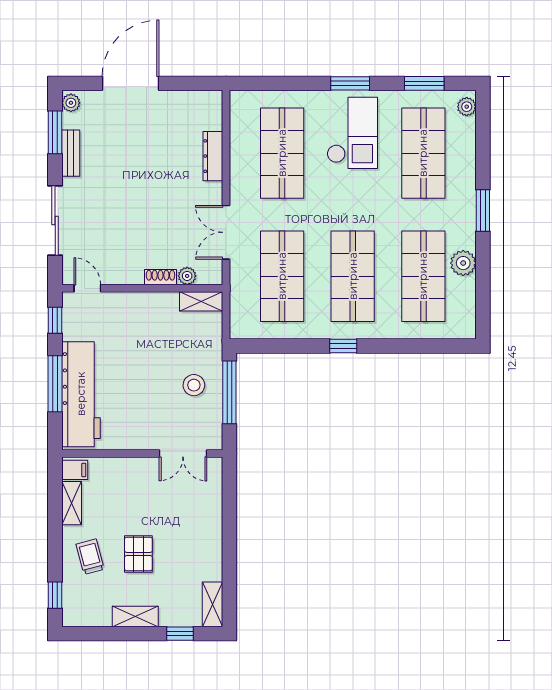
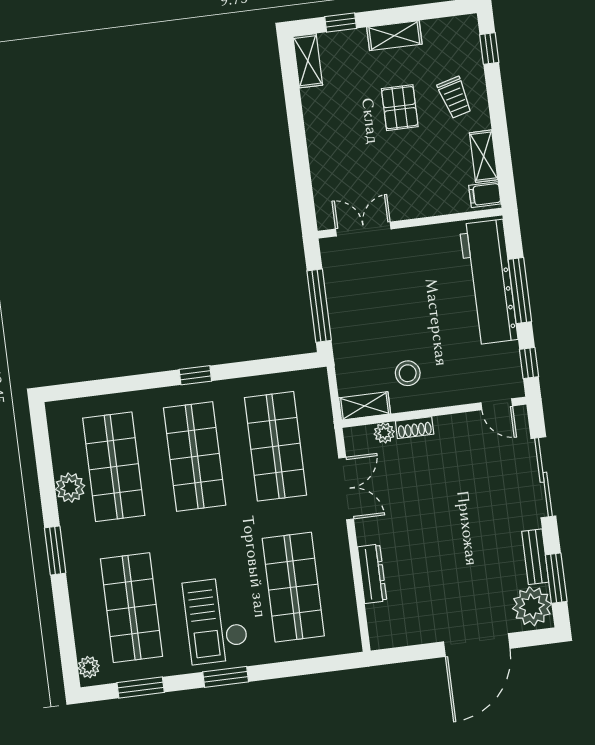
plant: (71, 103) -> (532, 606), width x1.88, depth x1.88
stool: (194, 385) -> (408, 373), moved

